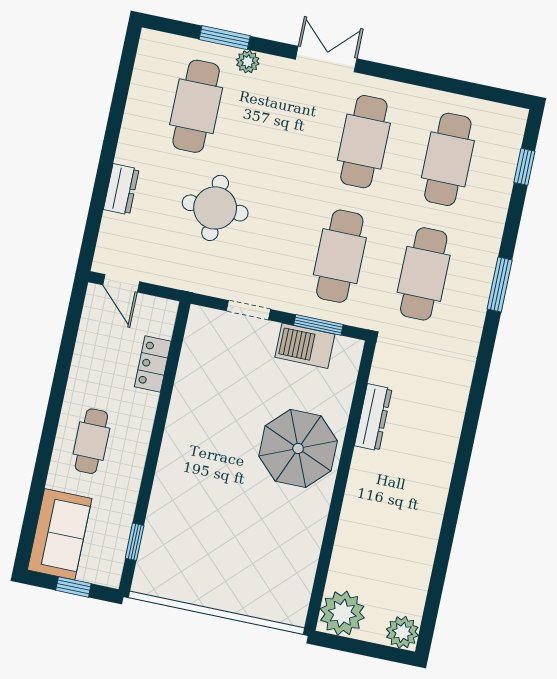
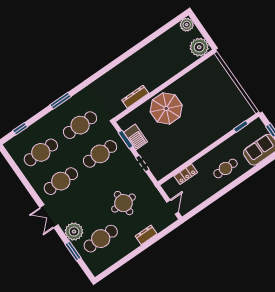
plant: (248, 62) -> (74, 232), width x1.87, depth x1.87

